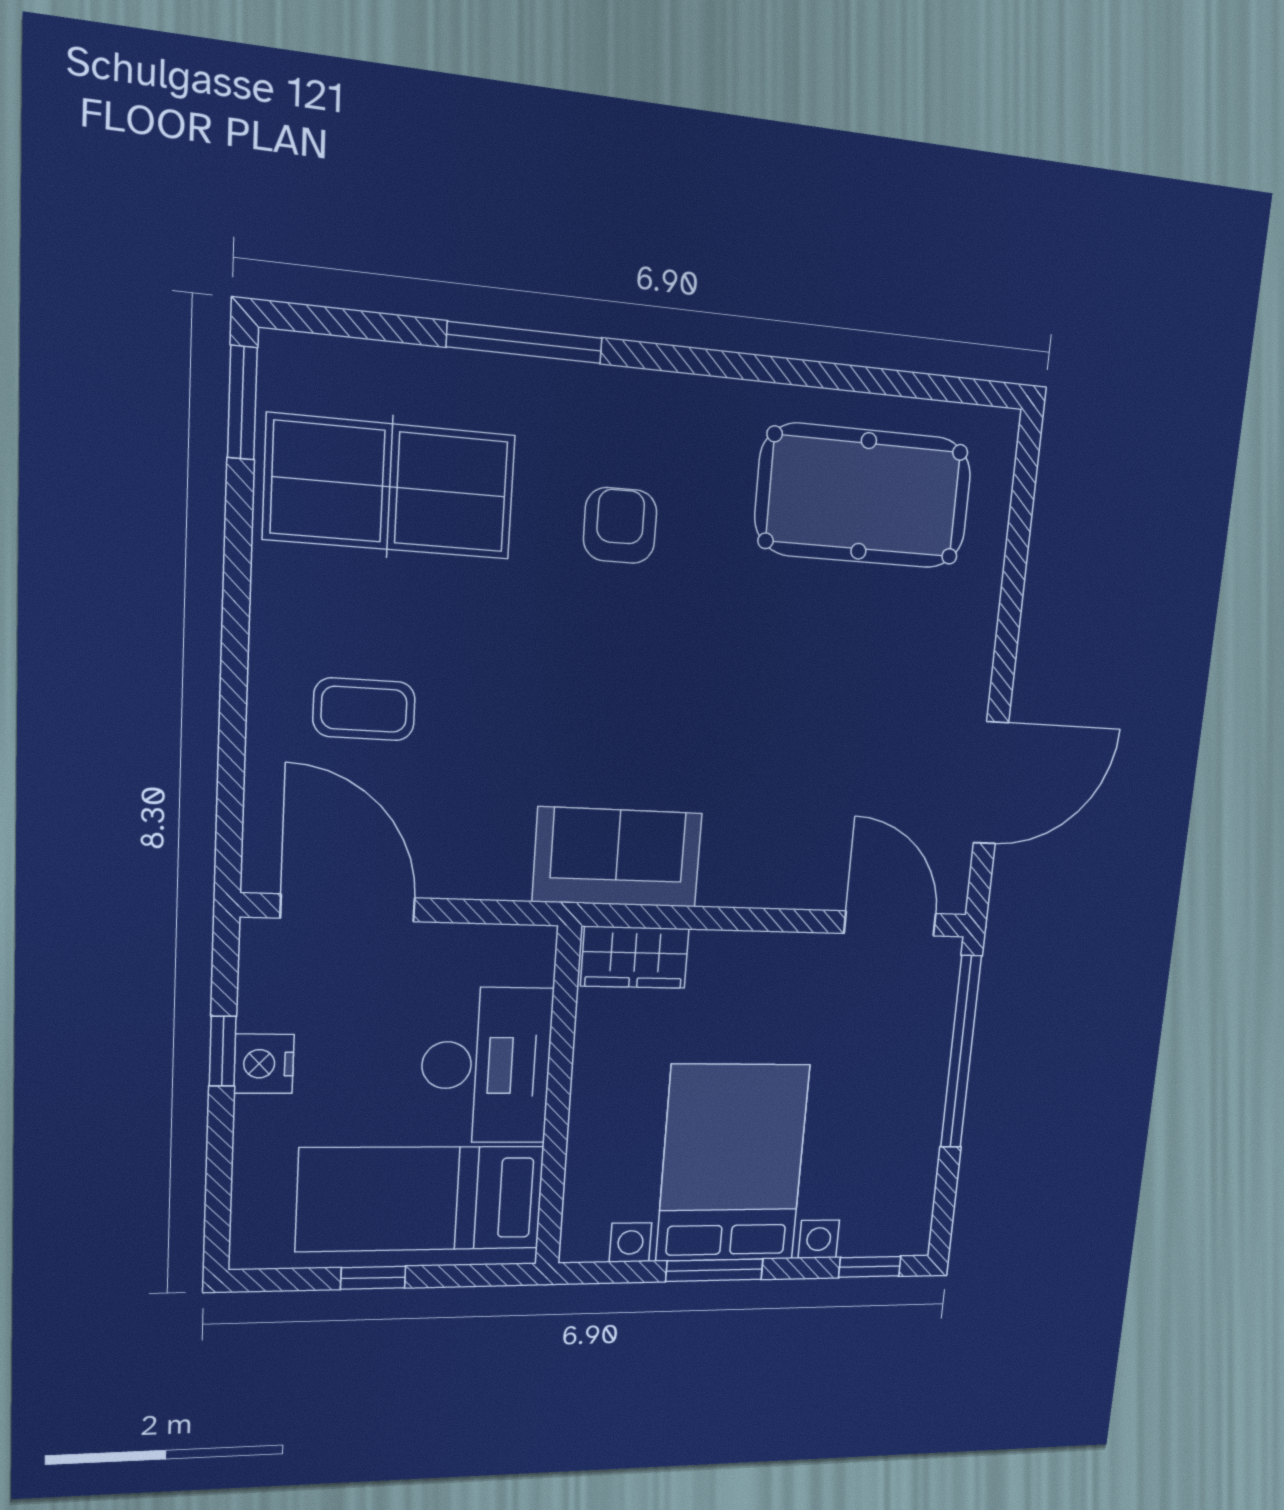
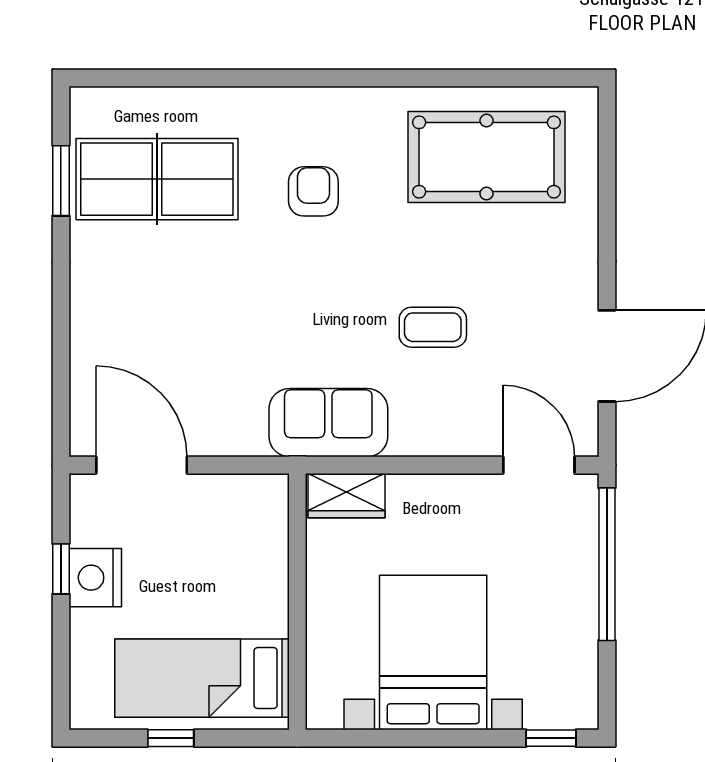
window: (525, 343) -> (241, 78), removed
window: (242, 403) -> (61, 181), moved
coffee table: (364, 709) -> (433, 327), moved
nightstand: (264, 1064) -> (95, 578), width x1.36, depth x1.33
desk: (486, 1065) -> (244, 578), removed
window: (714, 1270) -> (426, 738), removed

